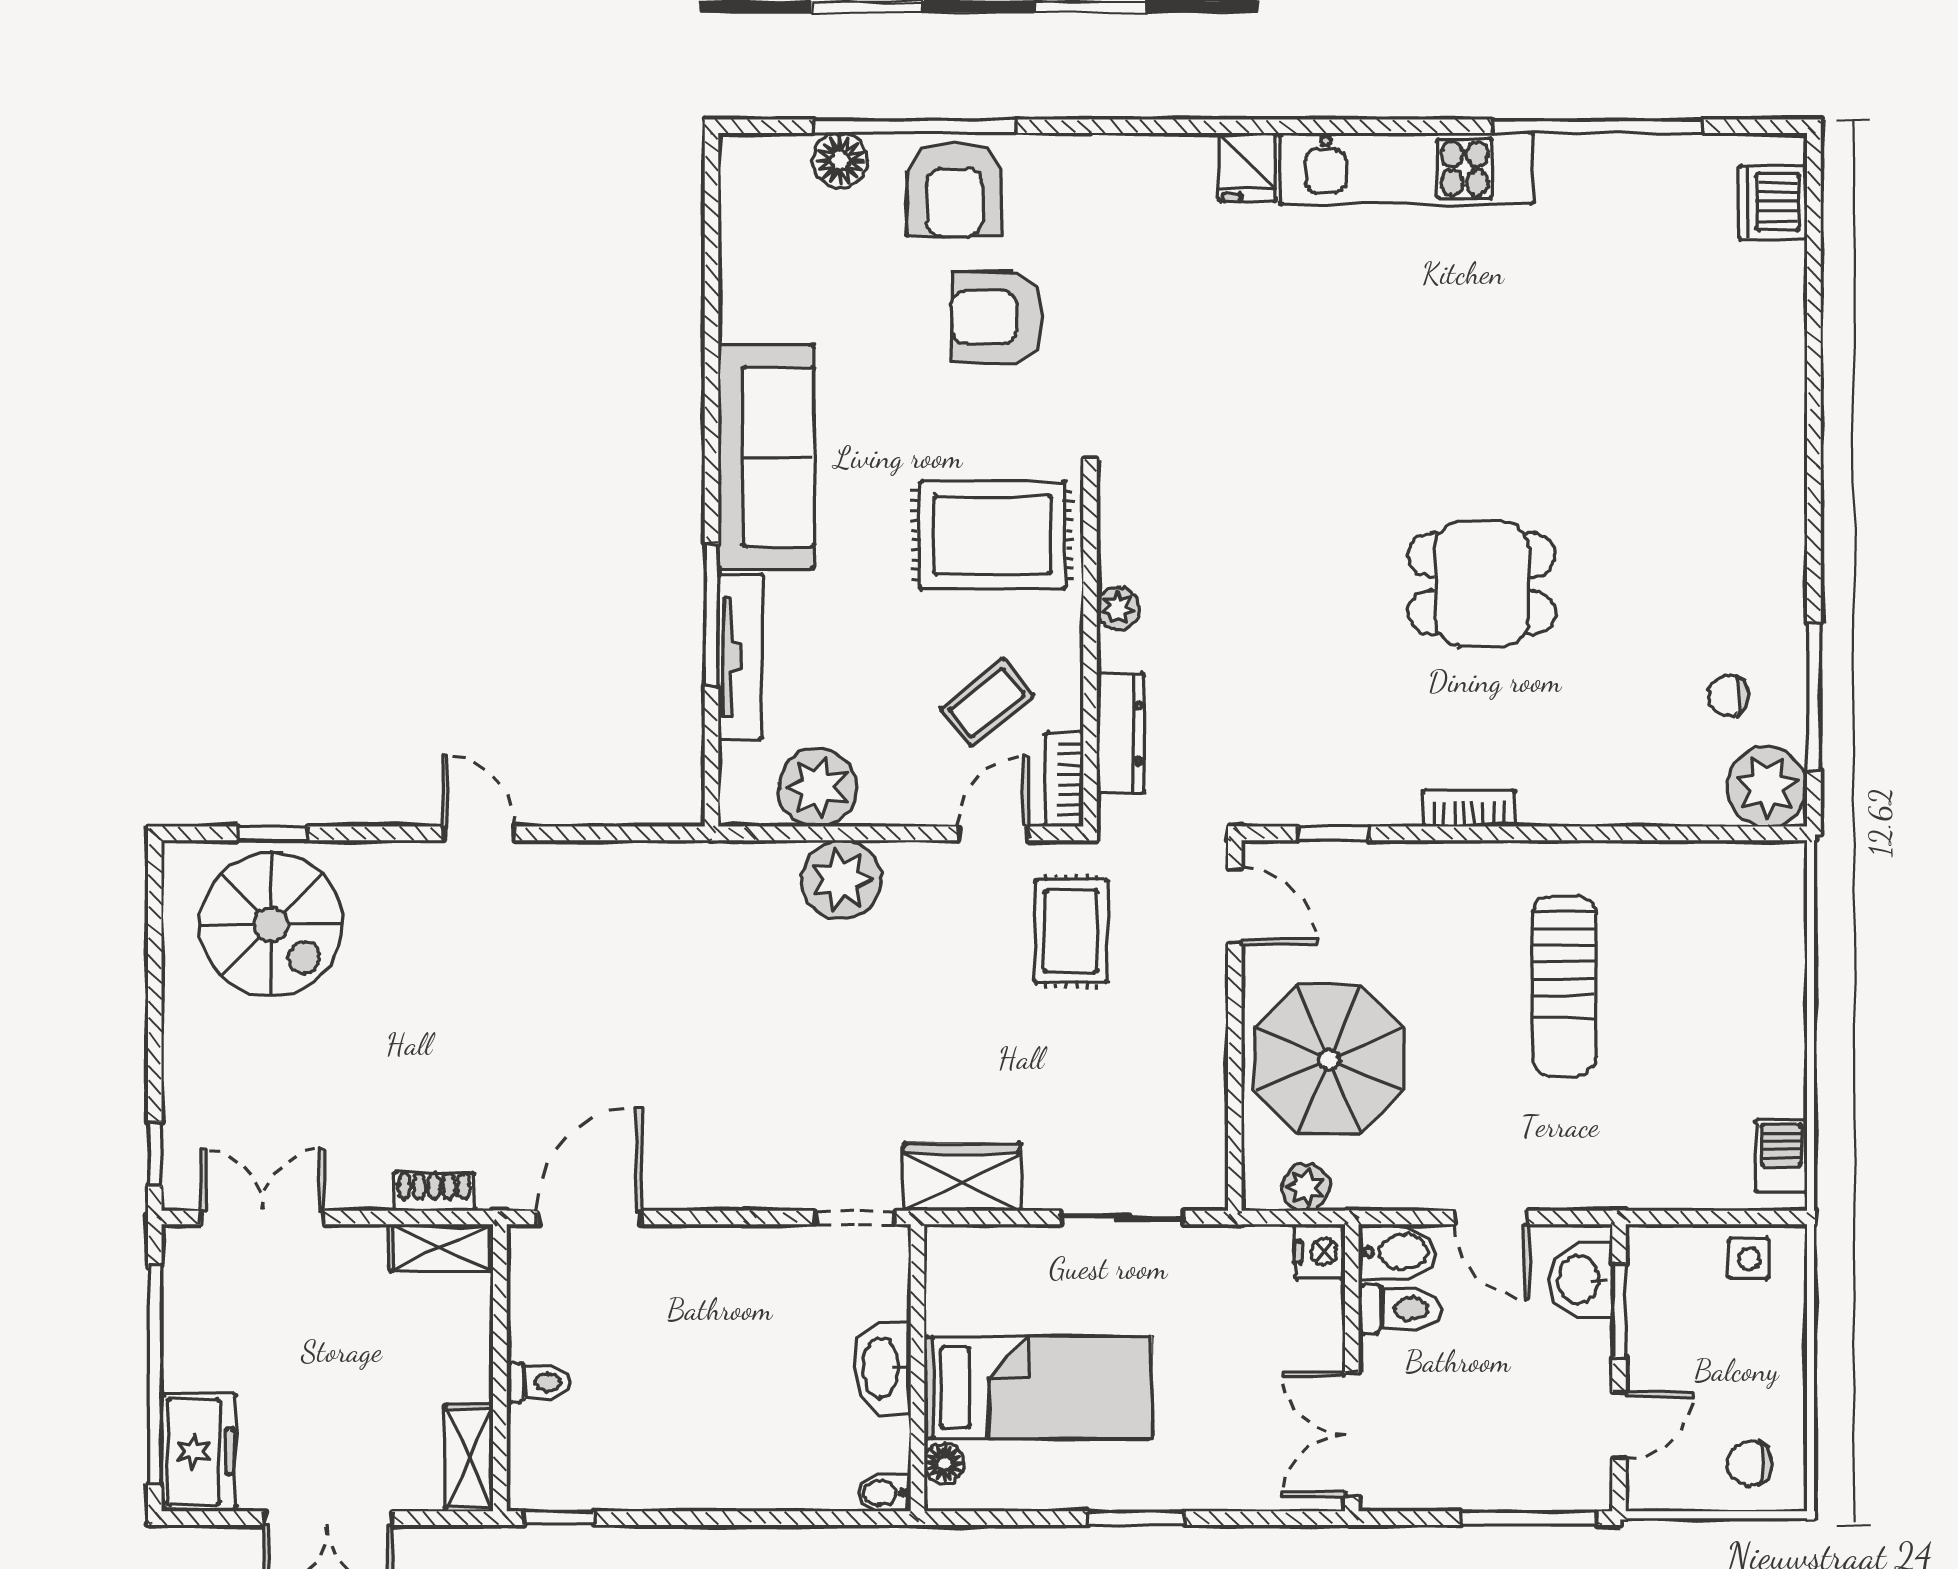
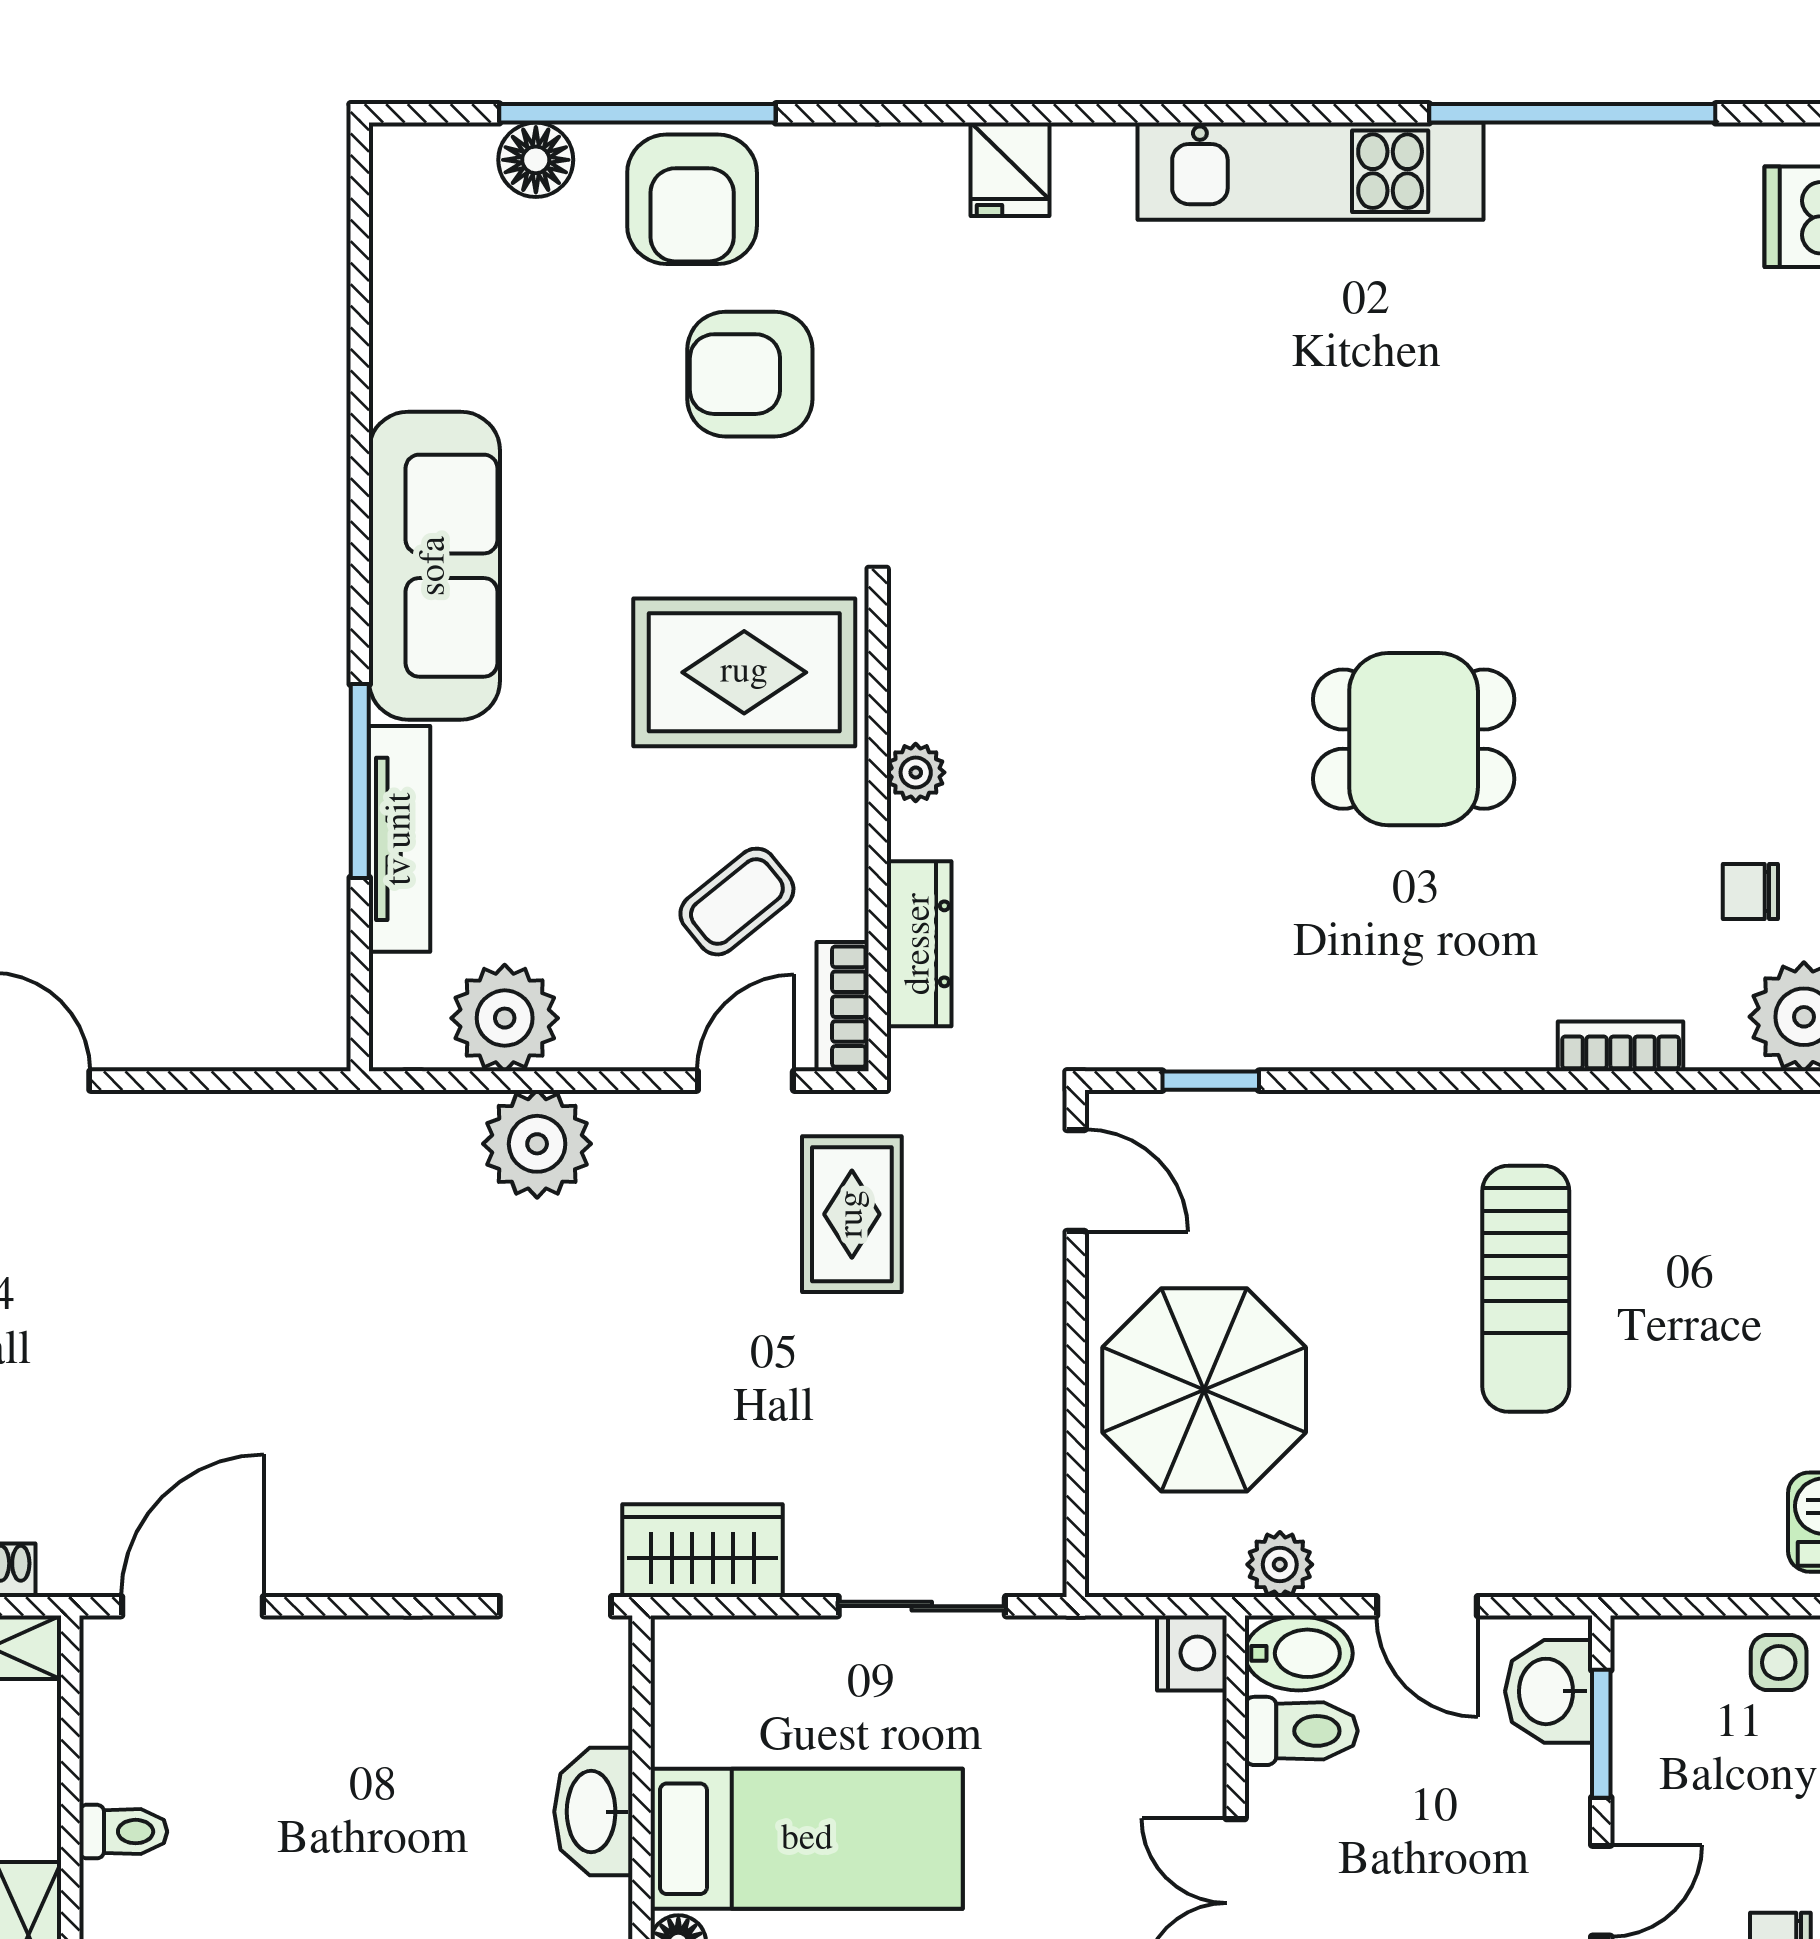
fridge: (1247, 167) -> (1010, 169), moved
bookcase: (1469, 808) -> (1621, 1046), moved
plant: (1305, 1187) -> (1280, 1564), moved

